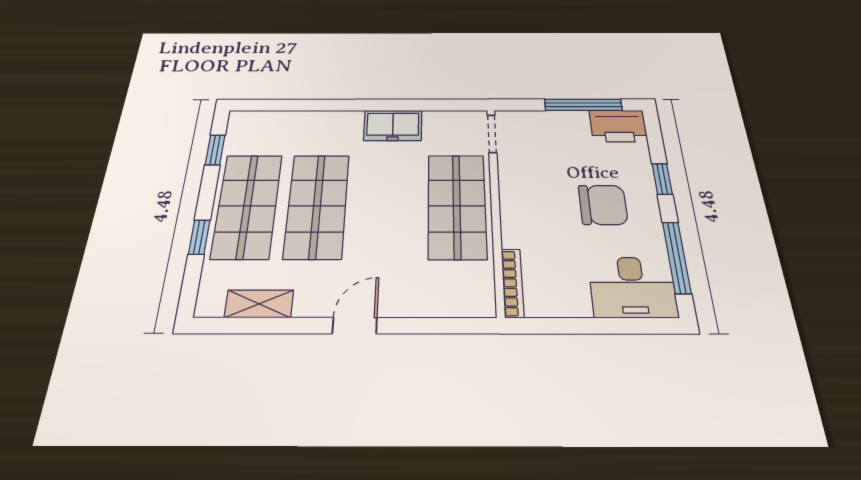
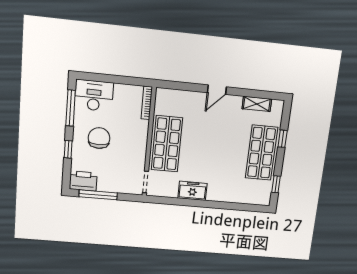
chair: (603, 205) -> (99, 138), turned 90
shop shelf: (317, 206) -> (230, 150), removed

